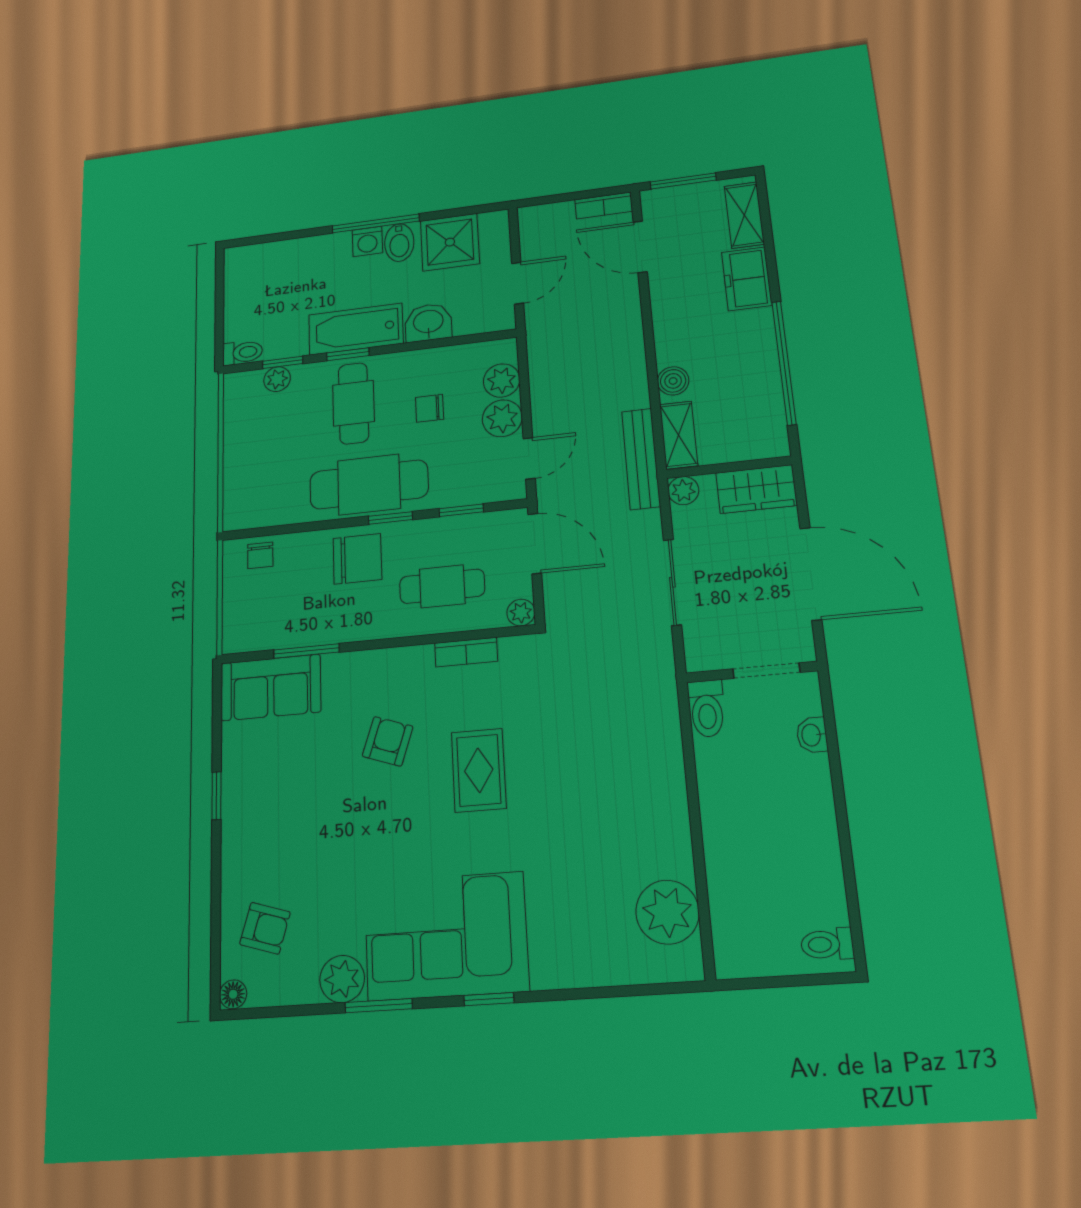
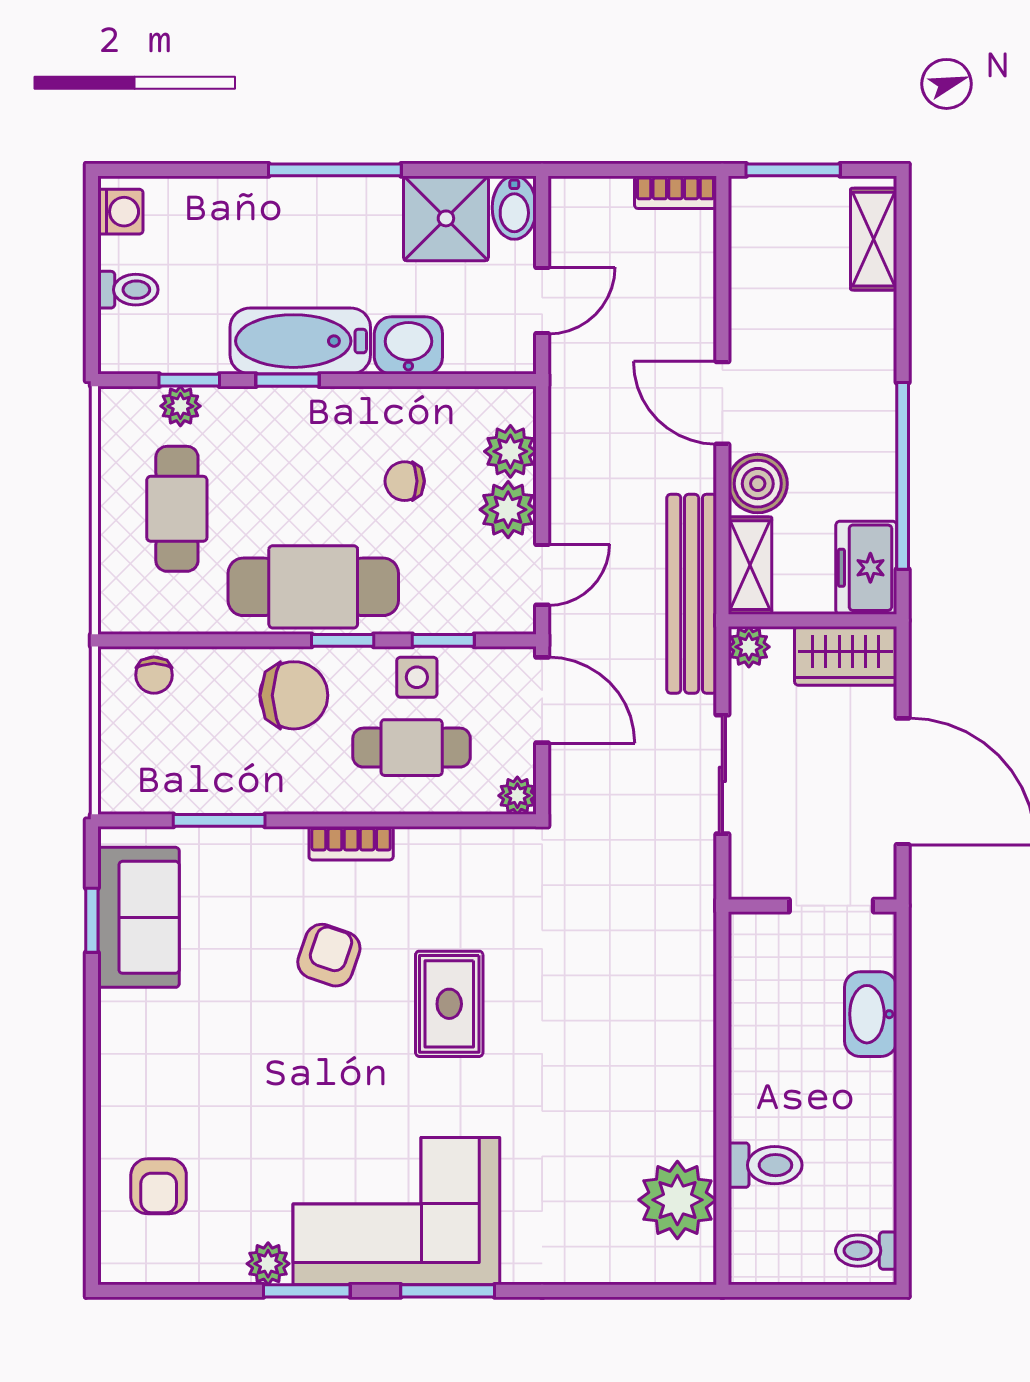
washing machine: (367, 241) -> (120, 212), moved, turned -90
bidet: (399, 243) -> (514, 208), moved
door: (640, 247) -> (722, 403), moved
freezer: (747, 279) -> (866, 568), moved
toilet: (243, 352) -> (128, 290), moved
boiler: (673, 381) -> (758, 484), width x1.36, depth x1.36
cafe table: (353, 403) -> (177, 509), moved
bench: (641, 459) -> (692, 594), width x1.37, depth x1.21
side table: (444, 537) -> (417, 677), added
bookcase: (466, 652) -> (351, 843), moved
sofa: (271, 687) -> (138, 917), moved, turned -90
toilet: (707, 709) -> (765, 1165), moved, turned -90
washbasin: (812, 735) -> (871, 1014), width x1.91, depth x1.45
window: (216, 796) -> (92, 920), moved
armchair: (265, 928) -> (159, 1186), turned 73
plant: (342, 979) -> (268, 1264), width x0.73, depth x0.73
floor lamp: (233, 994) -> (116, 1266), removed
window: (489, 999) -> (448, 1291), width x1.50

